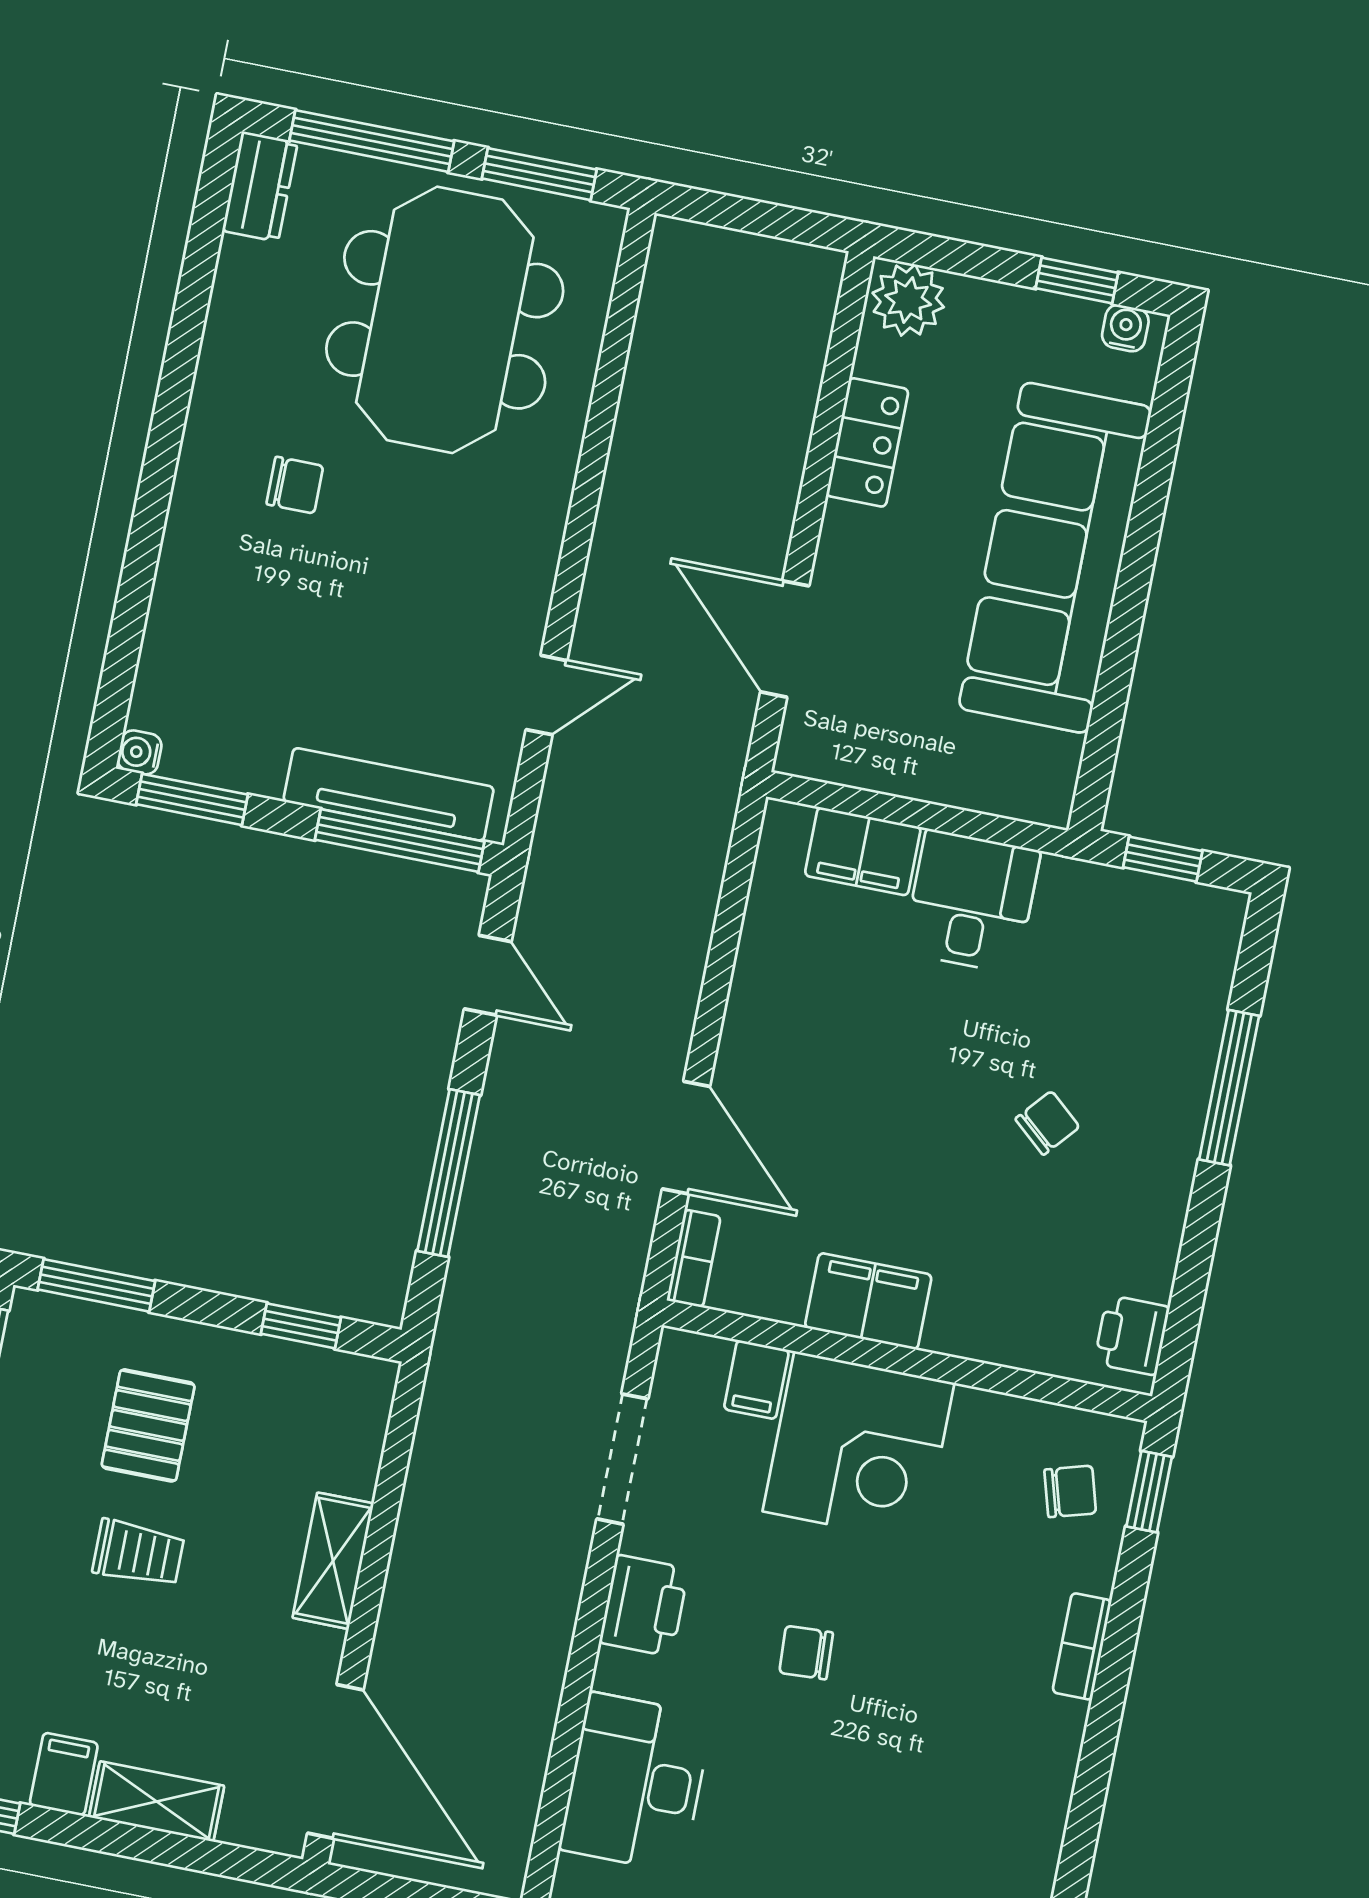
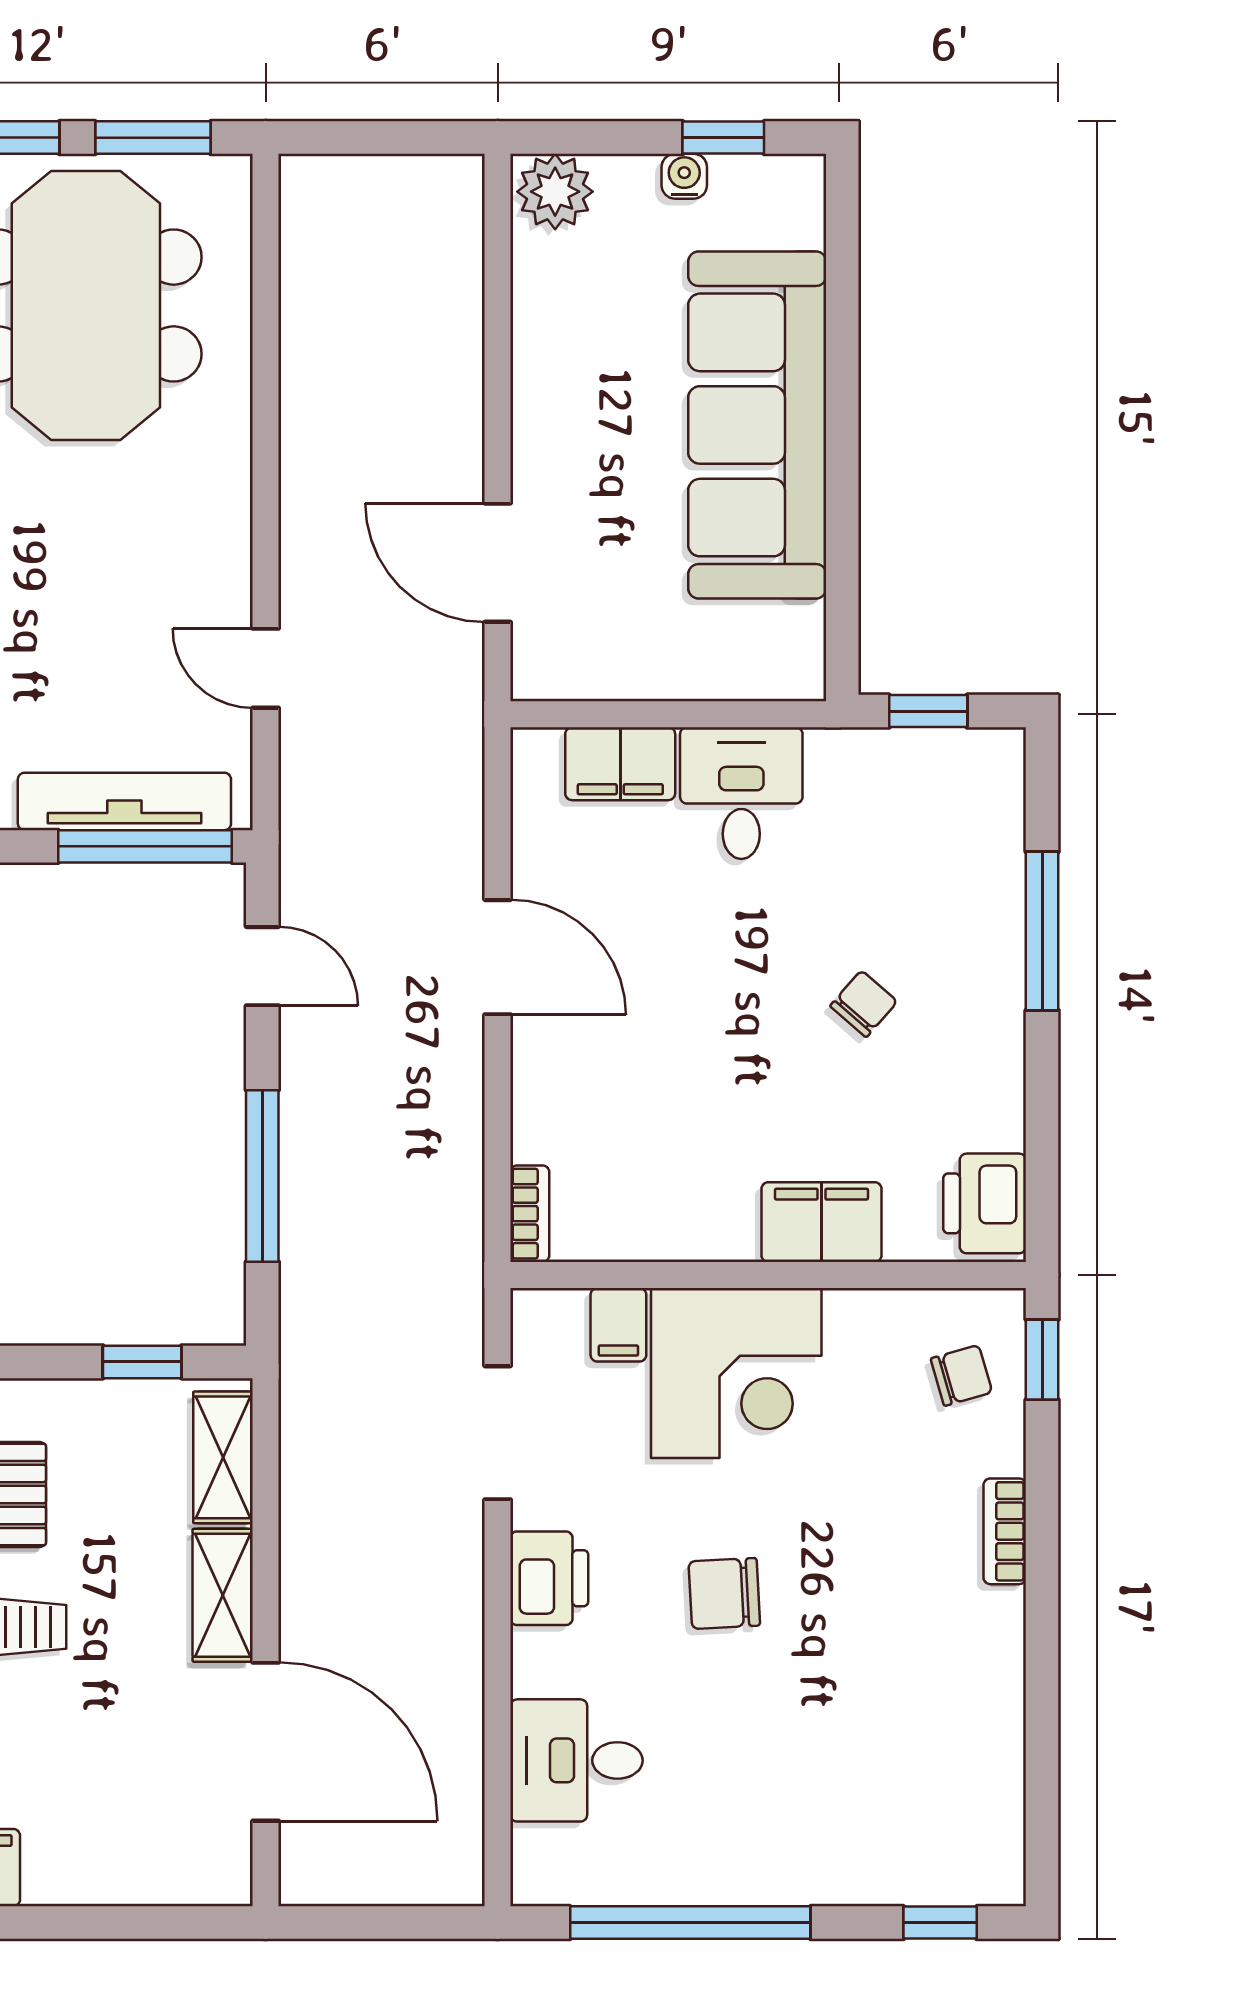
water cooler: (1125, 328) -> (684, 176), moved
locker: (867, 442) -> (542, 345), removed
door: (546, 695) -> (266, 668), swing flipped
door: (686, 1138) -> (498, 957), moved
filing cabinet: (868, 1301) -> (821, 1222), moved
printer: (1132, 1335) -> (985, 1203), width x1.36, depth x1.24
chair: (806, 1653) -> (724, 1593), width x1.37, depth x1.37
door: (335, 1762) -> (266, 1742), moved
desk: (636, 1782) -> (577, 1760), width x0.73
shelving: (157, 1801) -> (223, 1457), moved, turned 90

